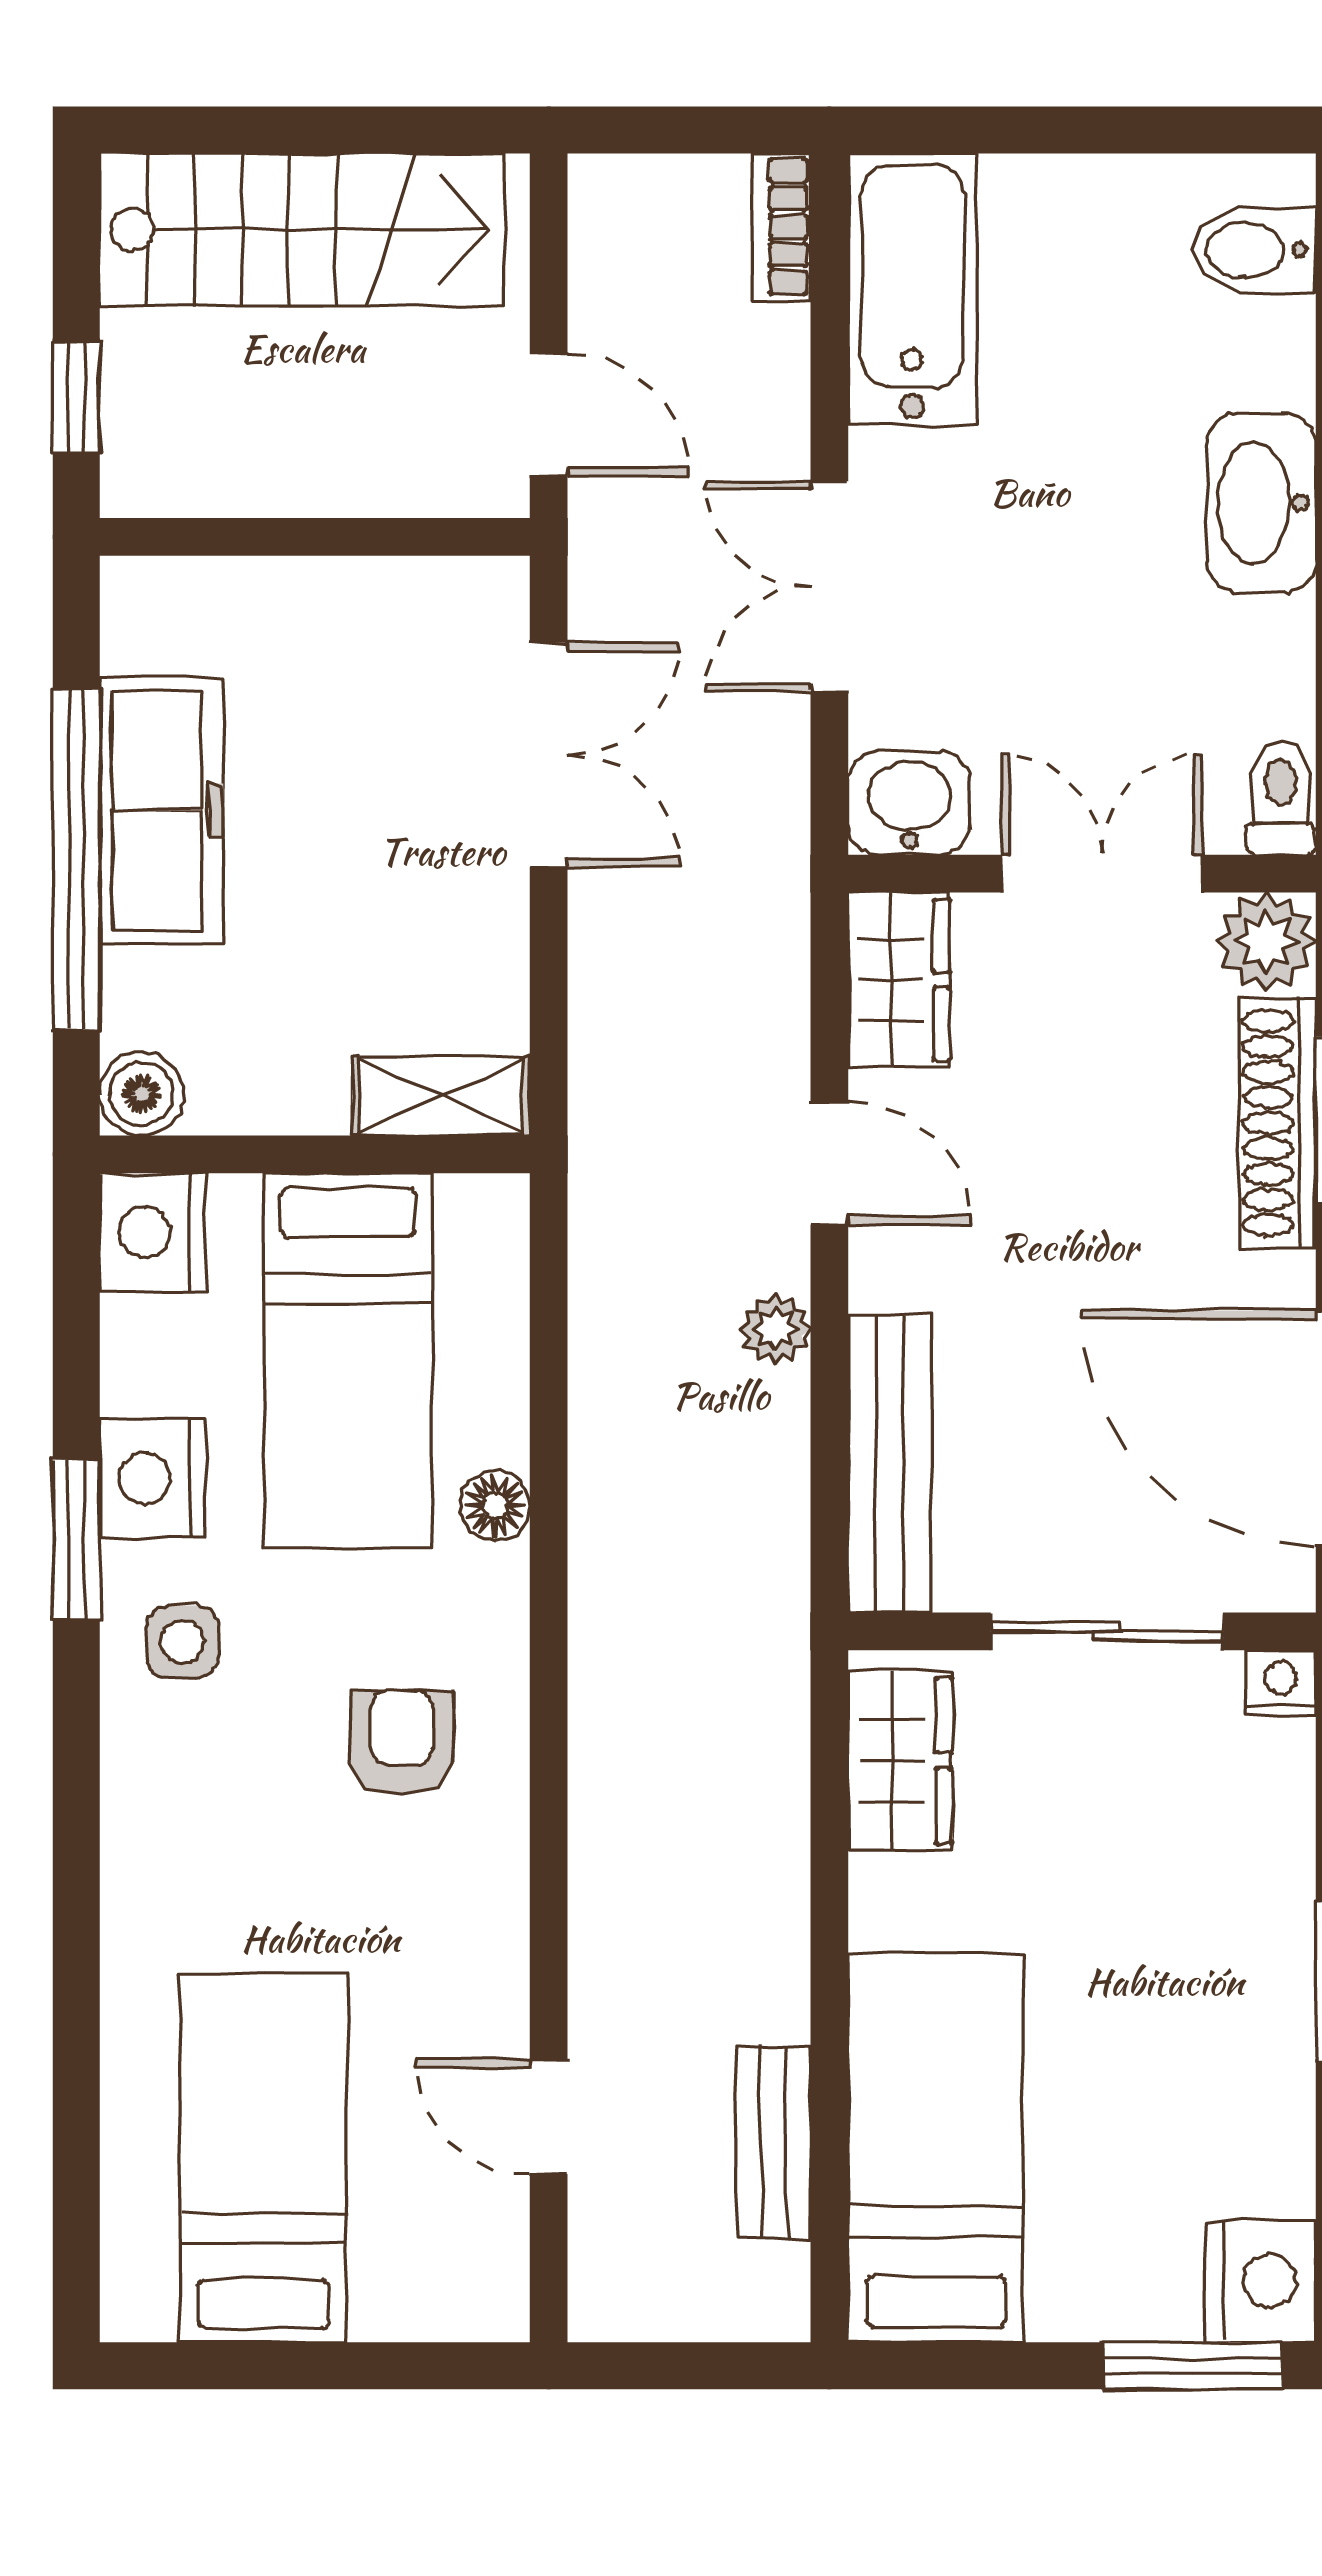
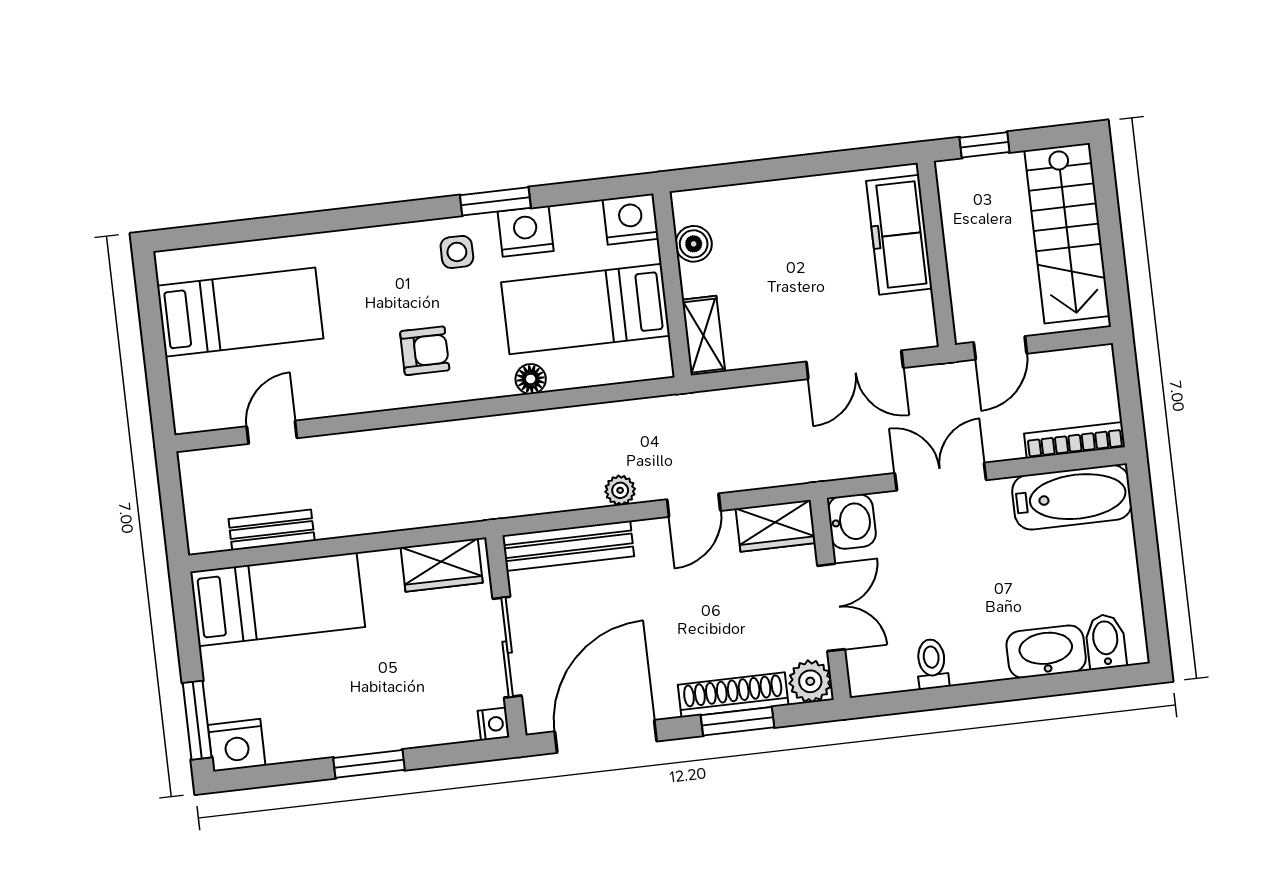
bookcase: (781, 227) -> (1075, 440), width x1.56
washbasin: (1261, 503) -> (1046, 652), moved
toilet: (1281, 798) -> (932, 664), moved, turned -90
freezer: (161, 810) -> (899, 235), moved, turned 90
window: (76, 859) -> (787, 168), removed
boiler: (141, 1094) -> (694, 244), moved

